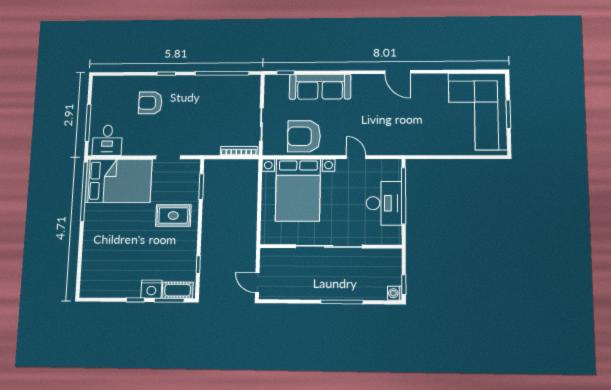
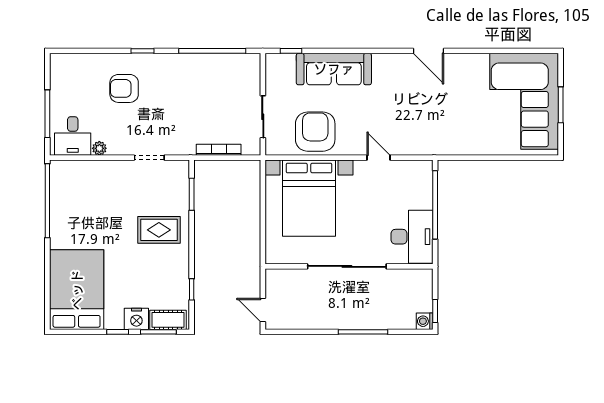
armchair: (304, 136) -> (315, 132), turned 90
plant: (128, 150) -> (99, 148), added
bookcase: (239, 151) -> (219, 150), moved
bed: (119, 181) -> (77, 290), moved, turned -90
desk: (384, 203) -> (412, 237), moved

